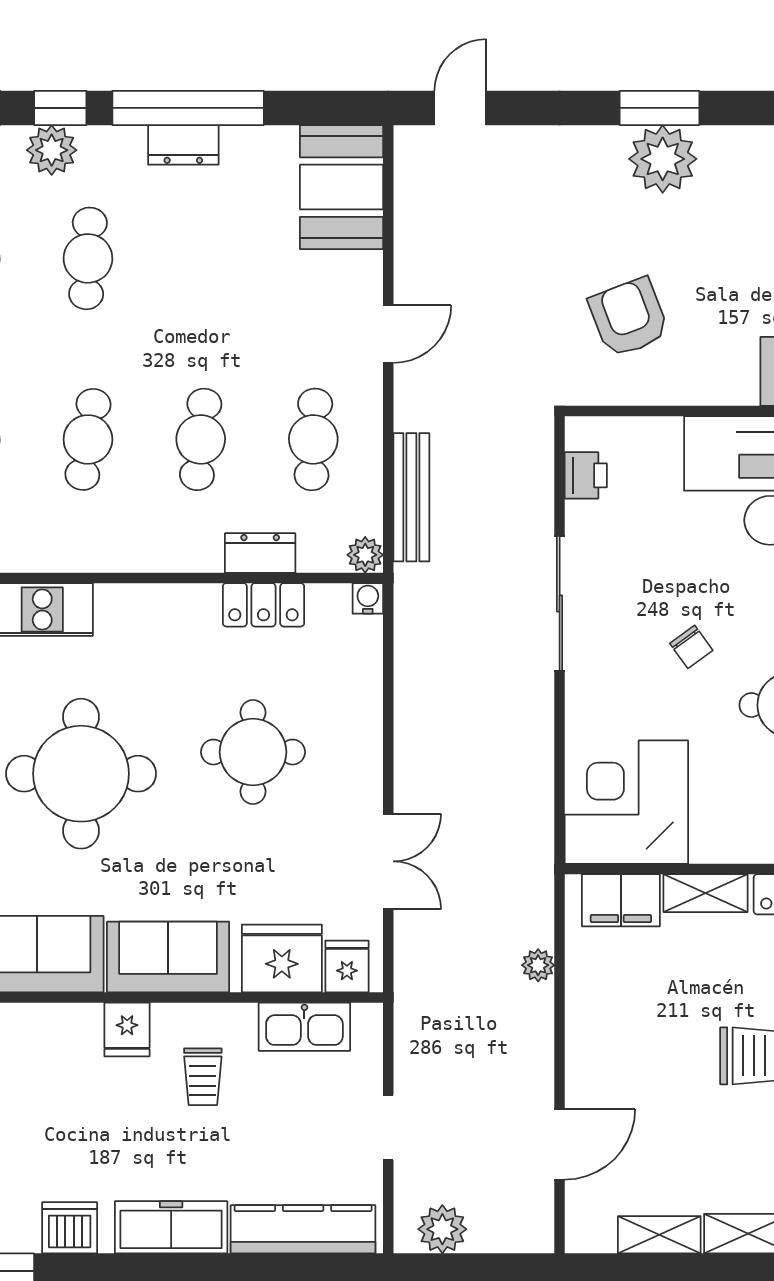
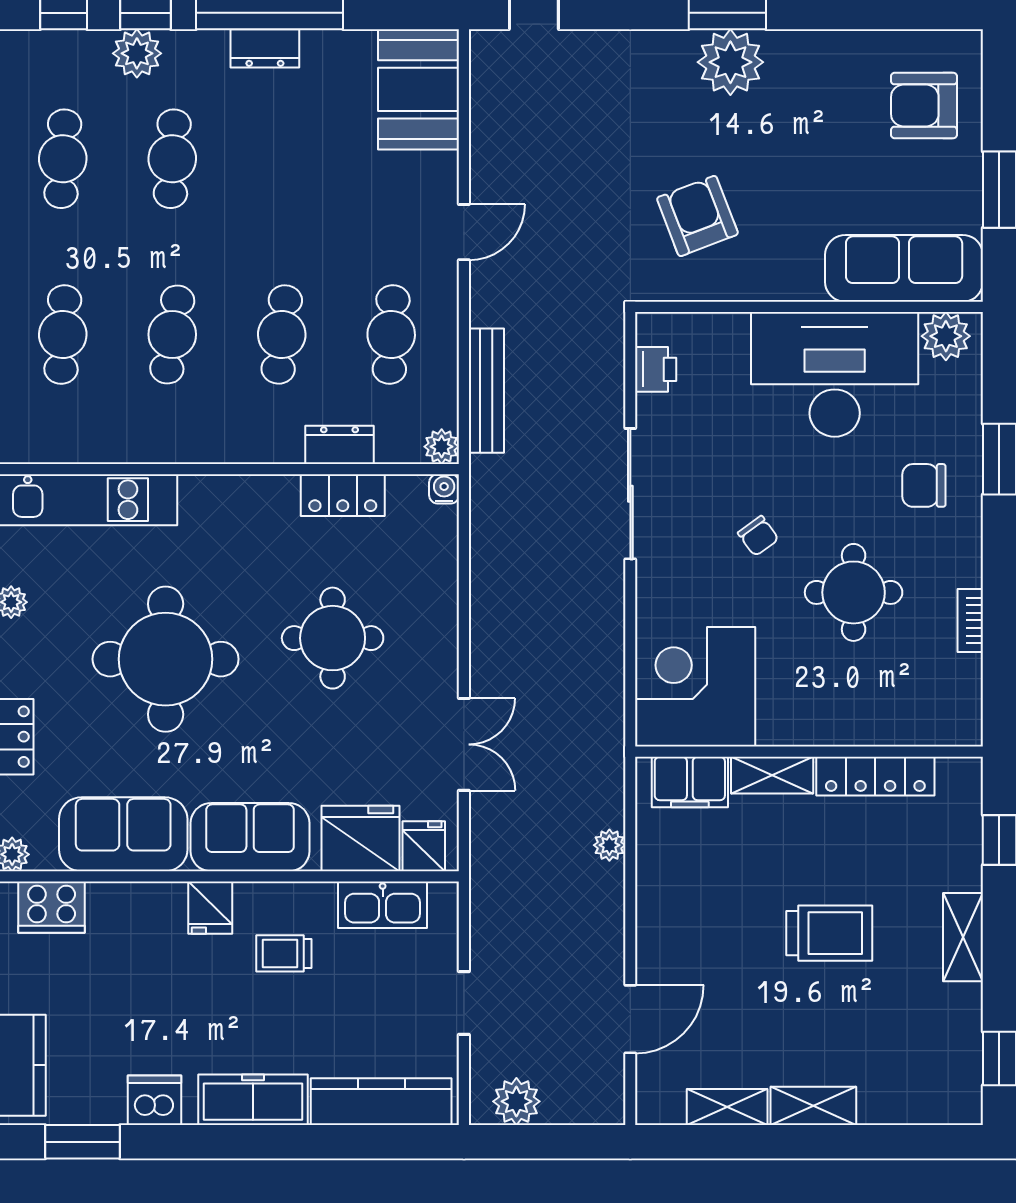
trolley: (203, 1077) -> (284, 953), turned 90

